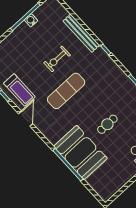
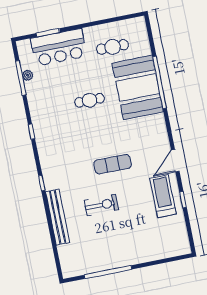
water cooler: (31, 20) -> (104, 264), removed
exercise mat: (66, 91) -> (113, 164), width x0.73, depth x0.69
cafe table: (114, 169) -> (113, 47), added

